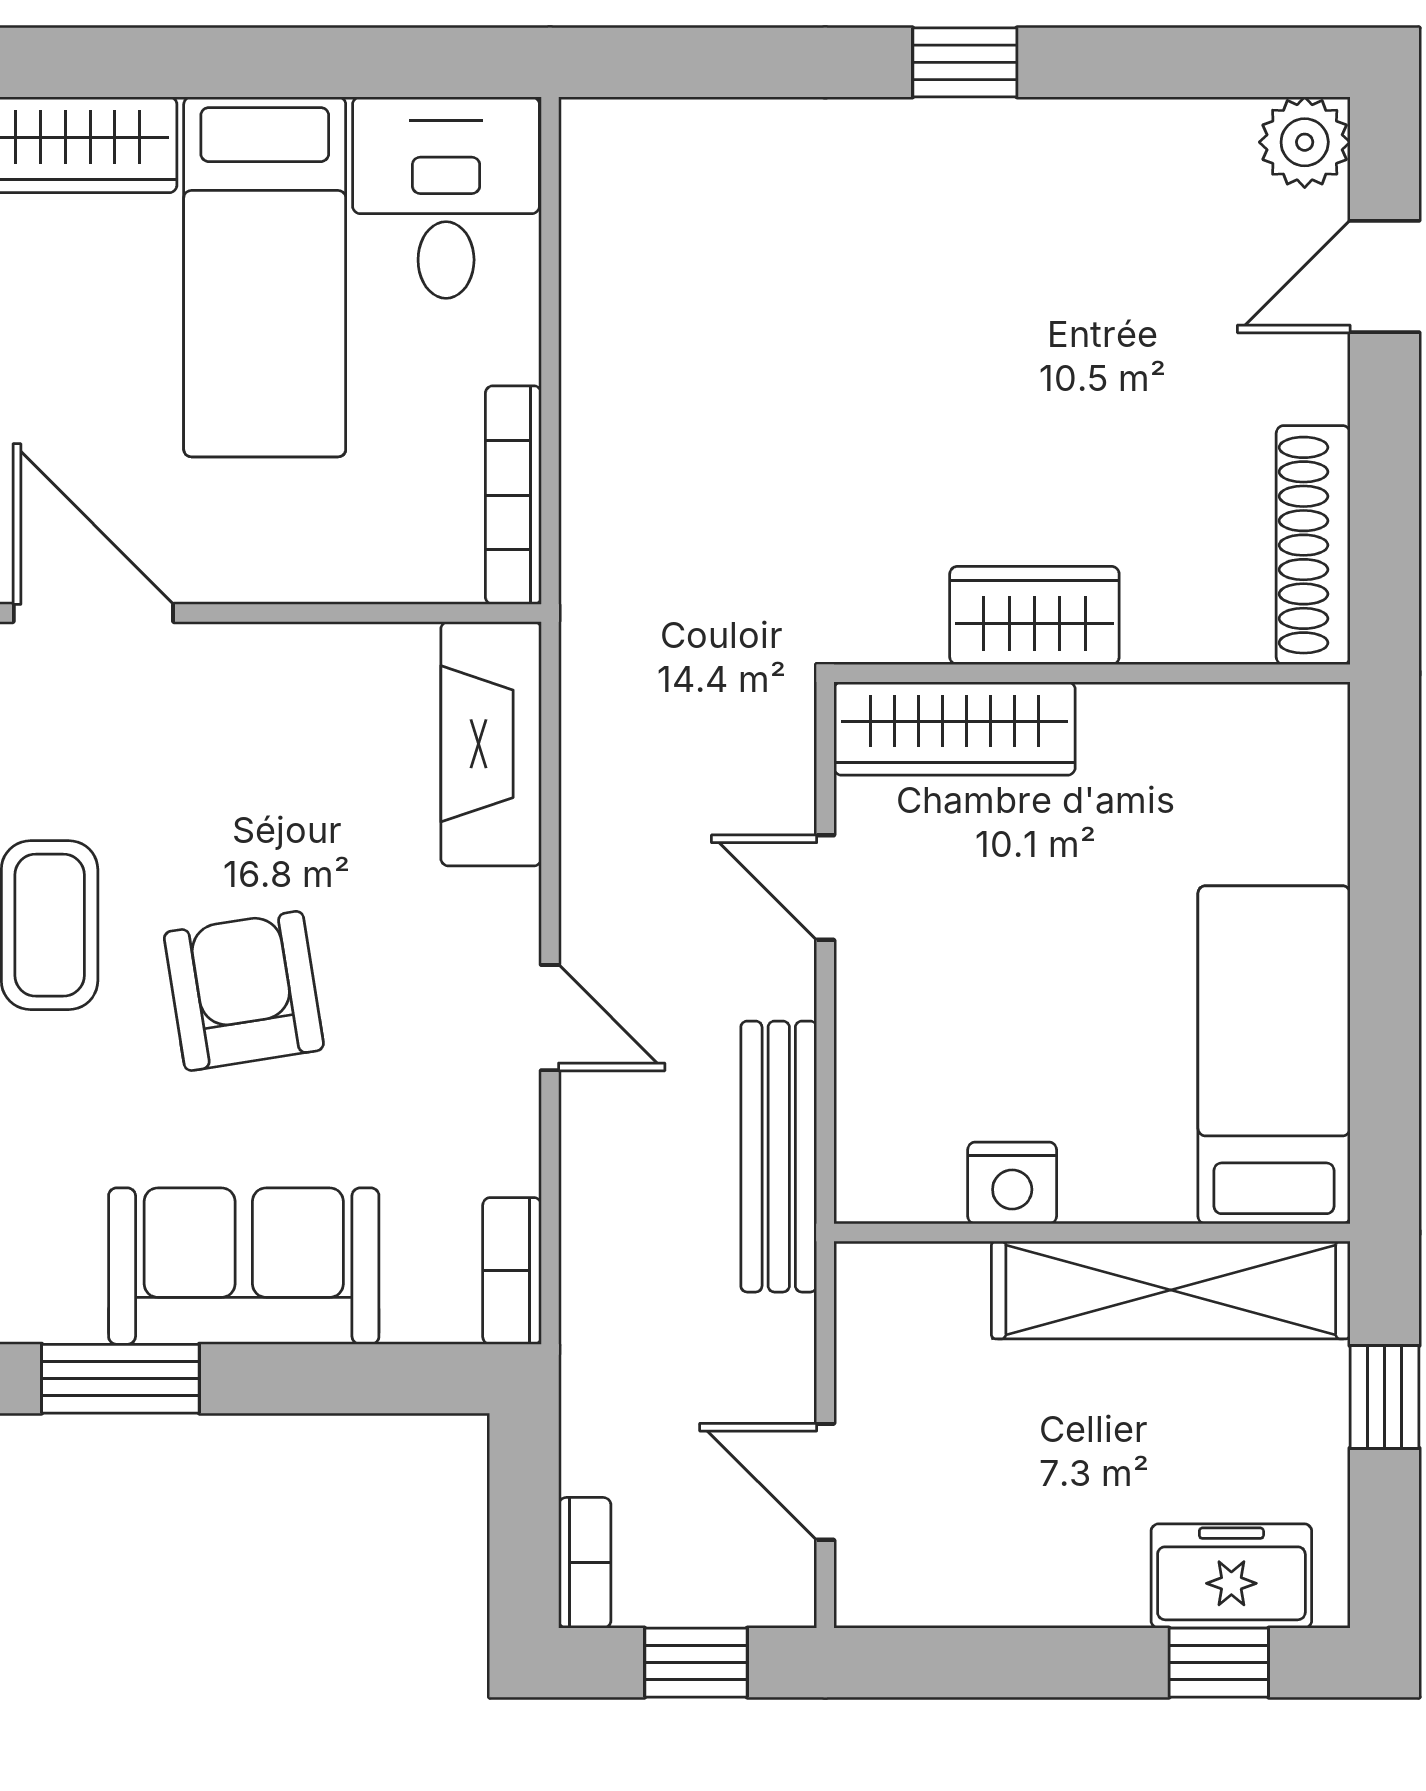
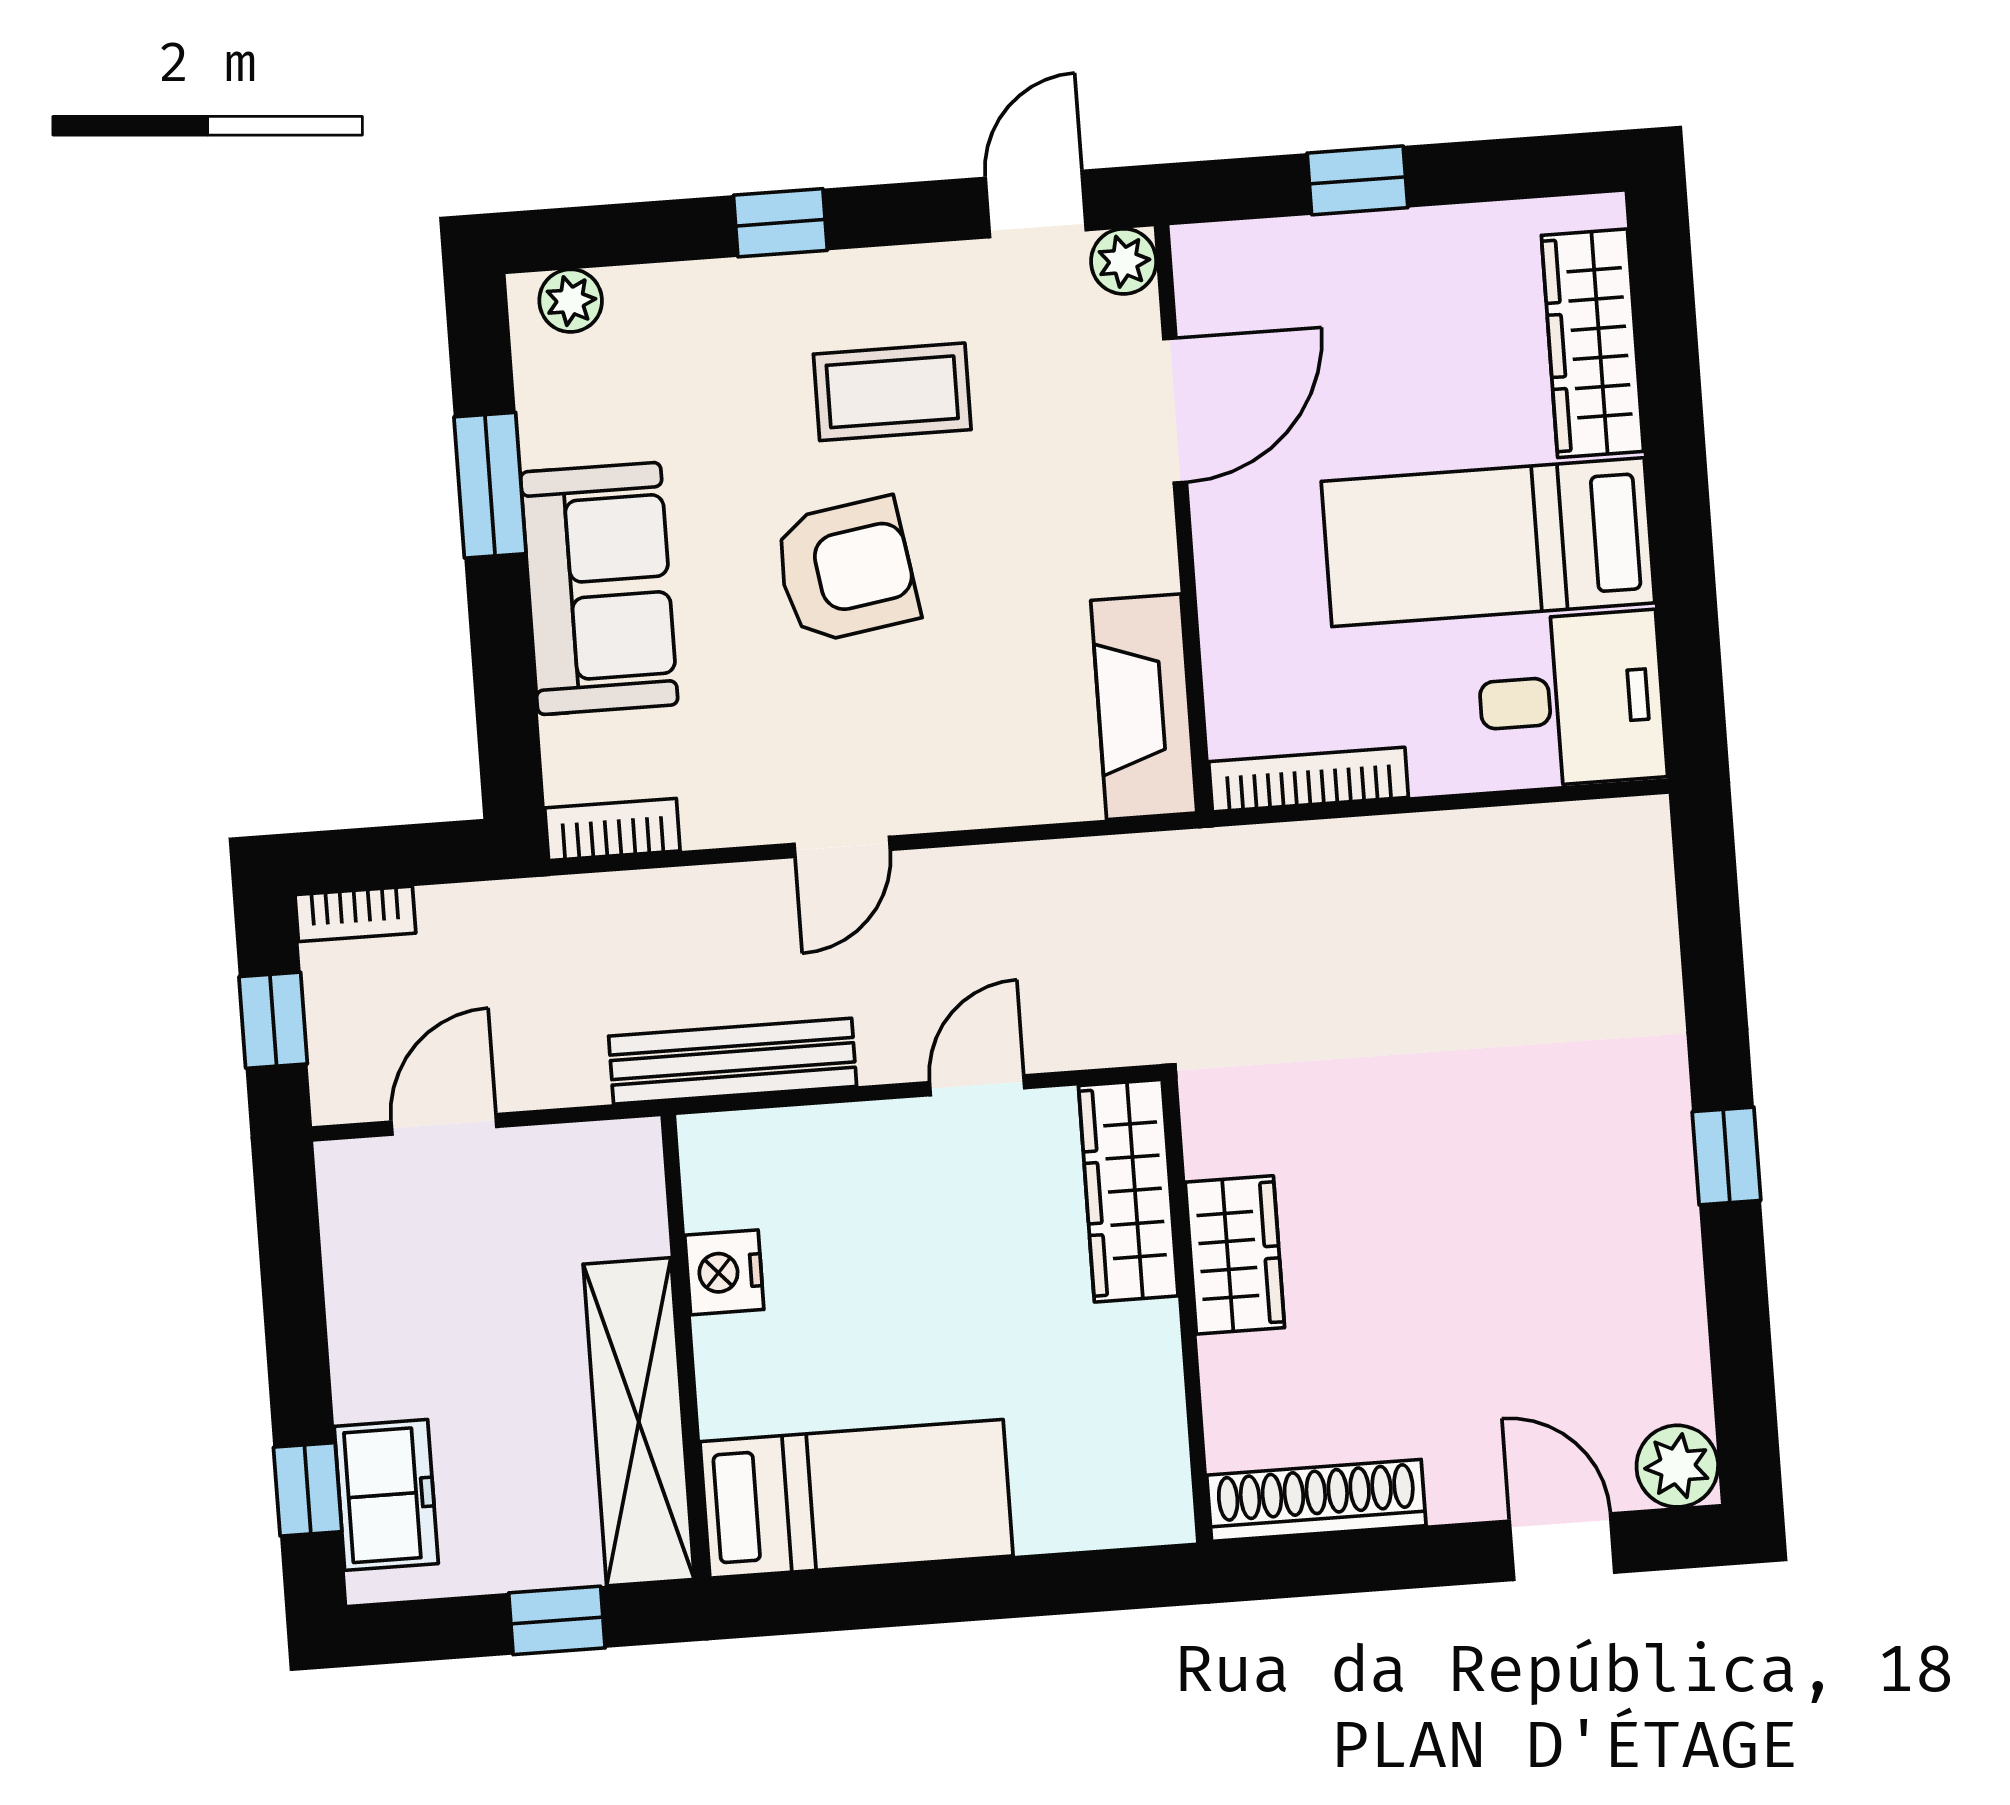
fireplace: (491, 744) -> (1144, 707), moved, turned -90

